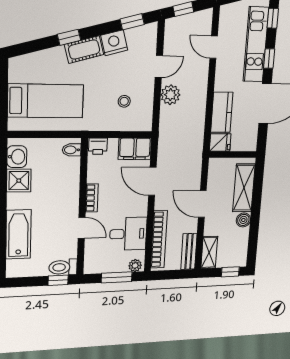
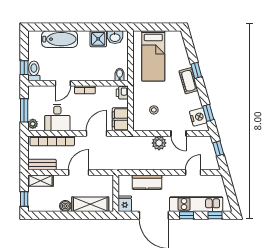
nightstand: (114, 43) -> (198, 117), moved
fridge: (220, 142) -> (125, 204), moved, turned 180

